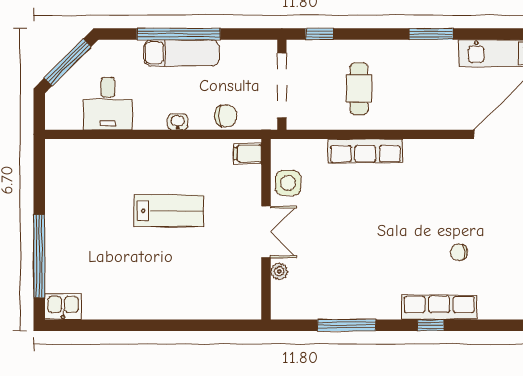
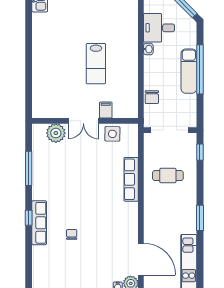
washbasin: (178, 122) -> (148, 49), moved
filing cabinet: (248, 153) -> (106, 110), moved
plant: (279, 271) -> (56, 133), width x1.88, depth x1.88

